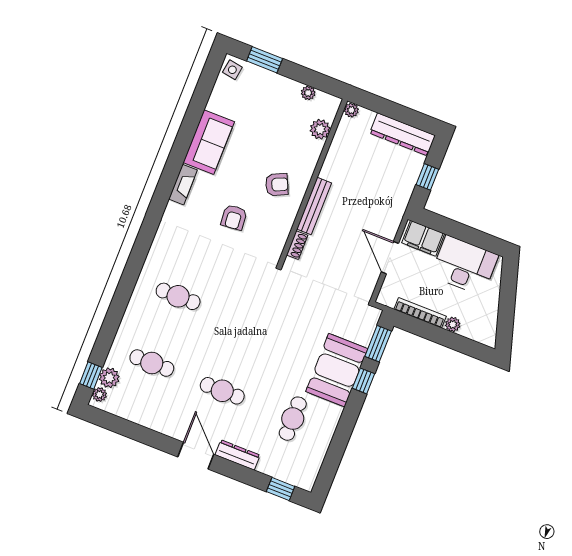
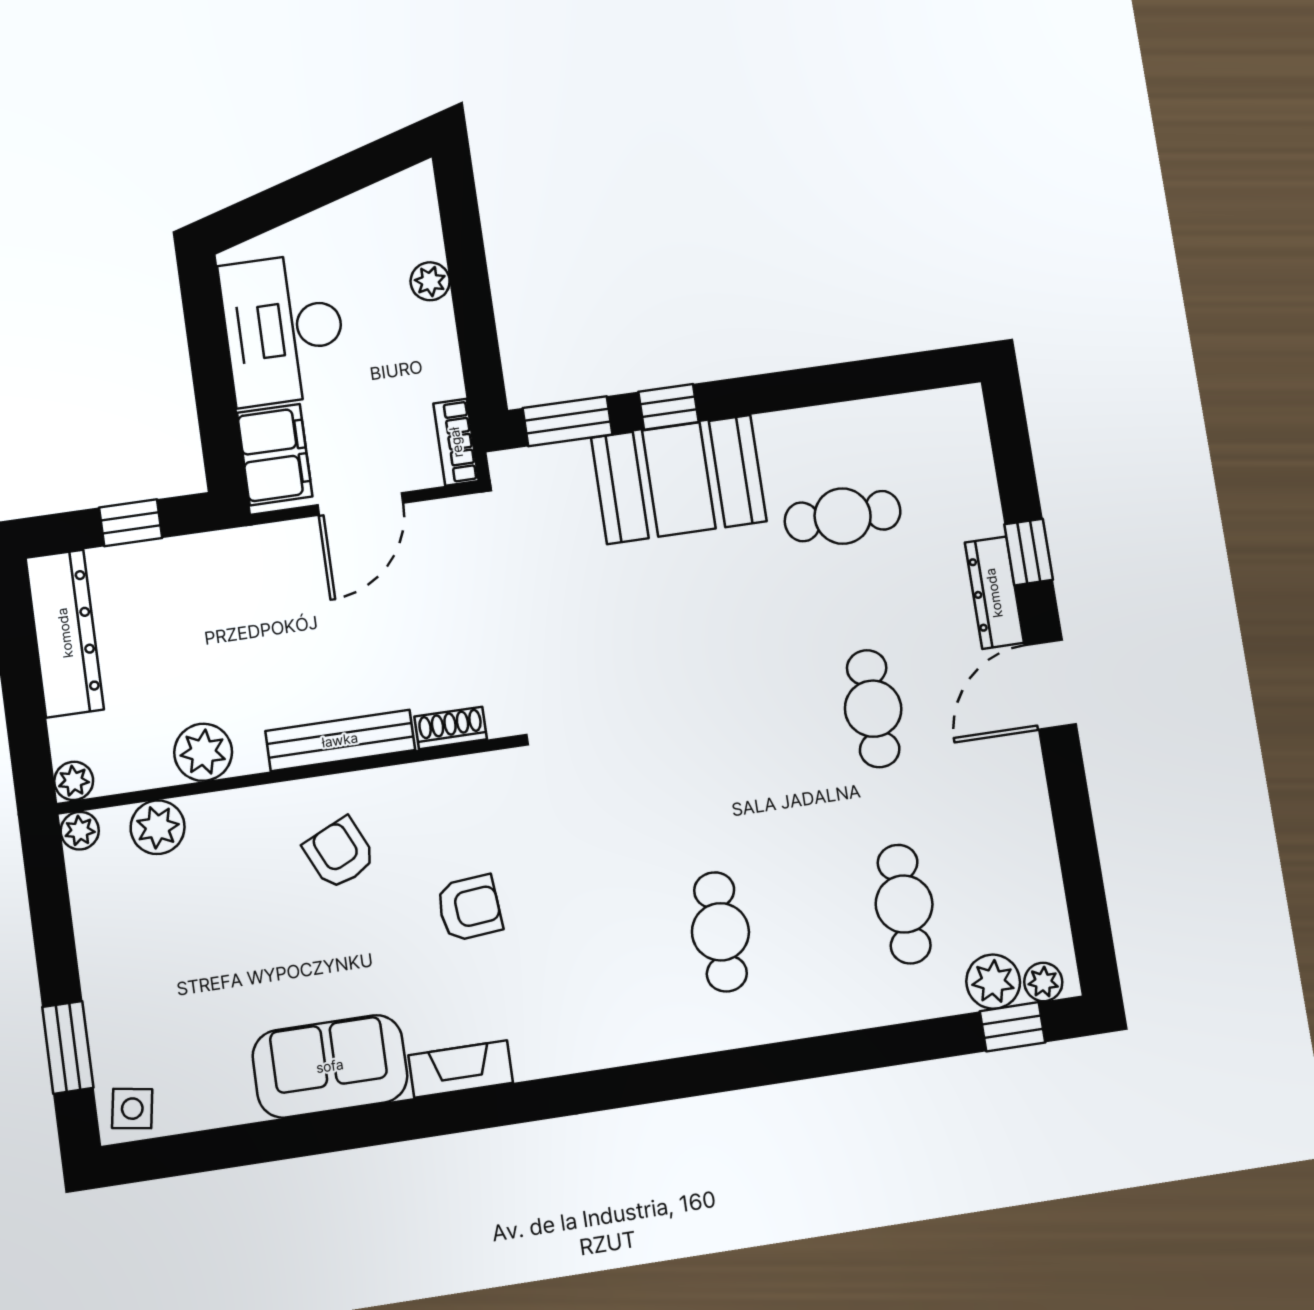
plant: (308, 93) -> (80, 831), moved
plant: (336, 158) -> (203, 752), added
bookcase: (420, 313) -> (456, 442), moved, width x0.64
window: (281, 489) -> (1029, 552), moved

